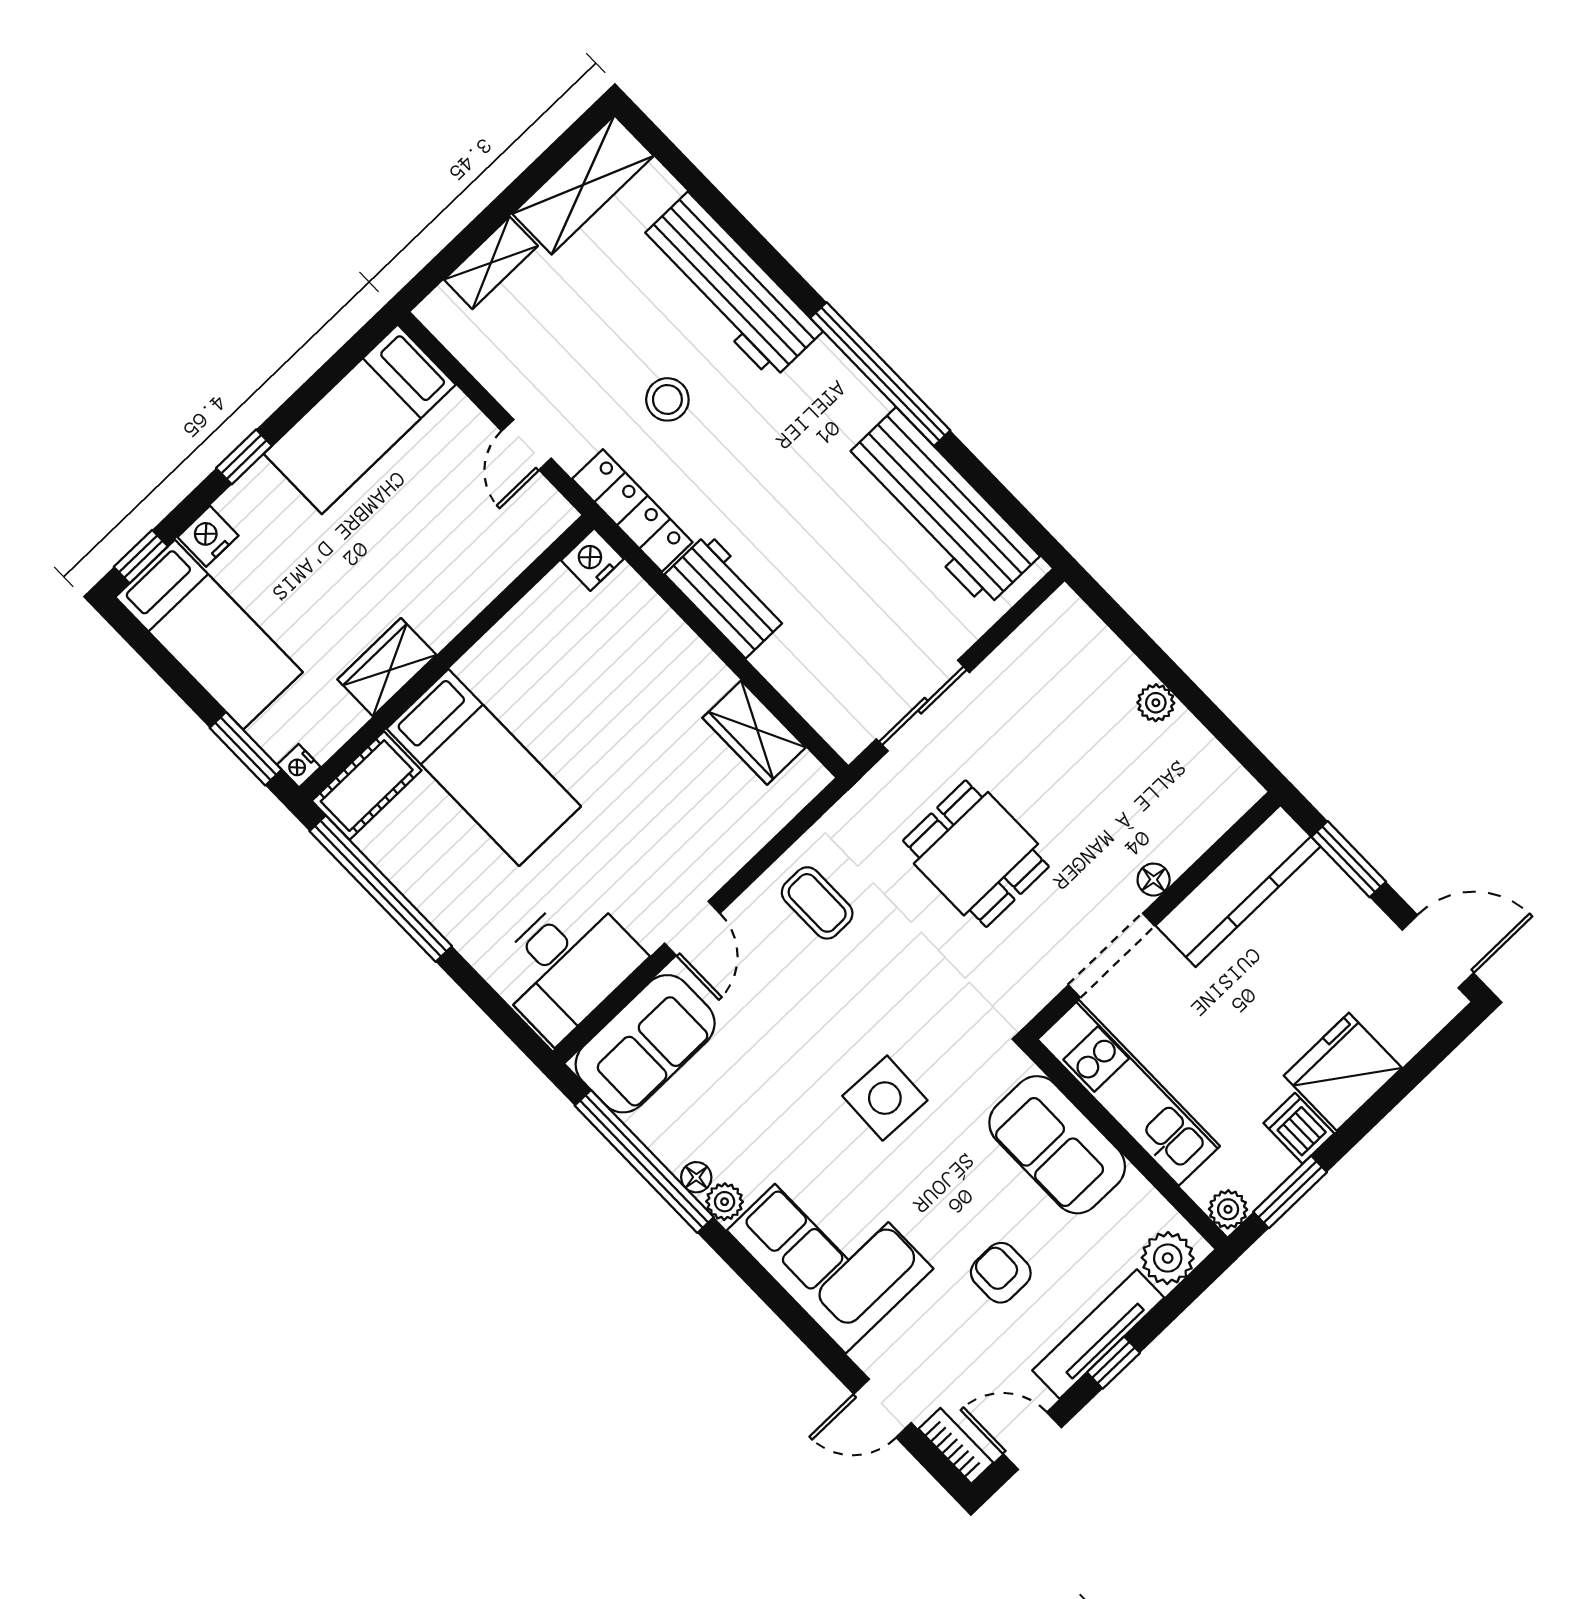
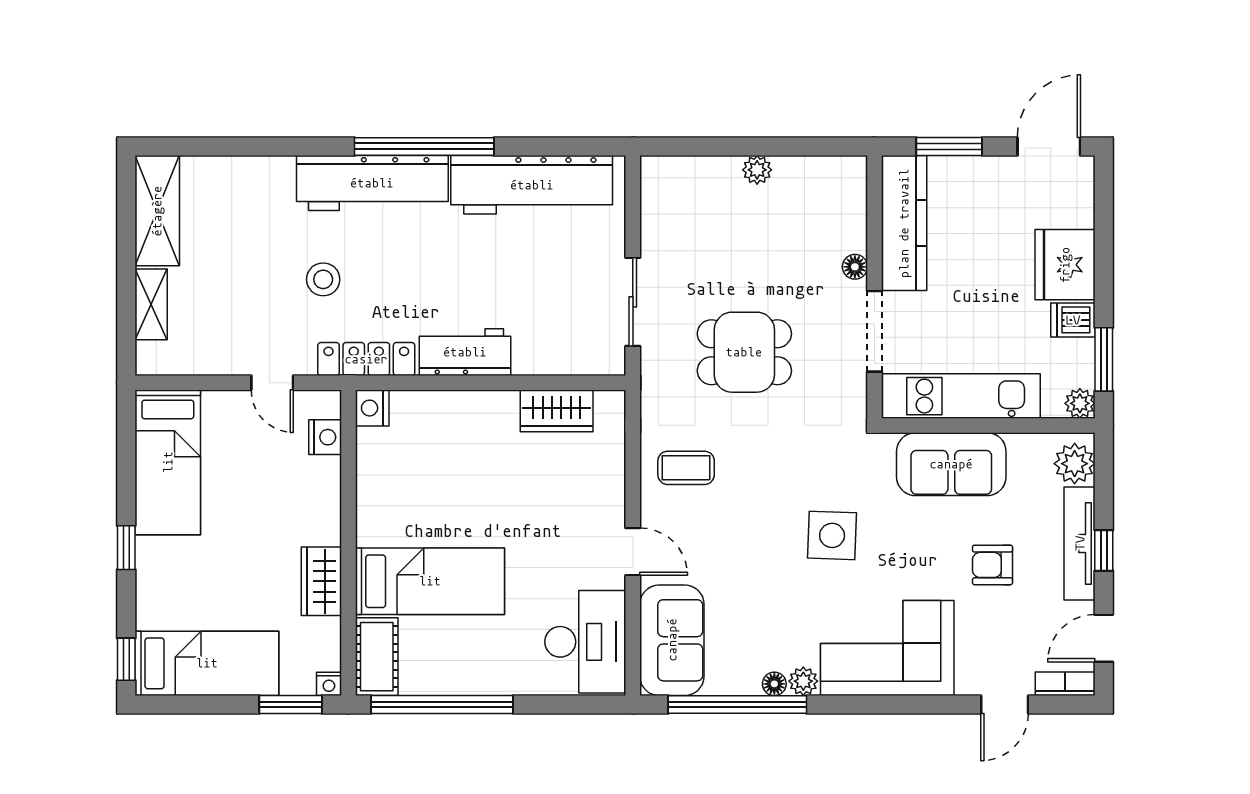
workbench: (730, 286) -> (372, 183), moved
nightstand: (208, 536) -> (325, 437), moved, turned 180

